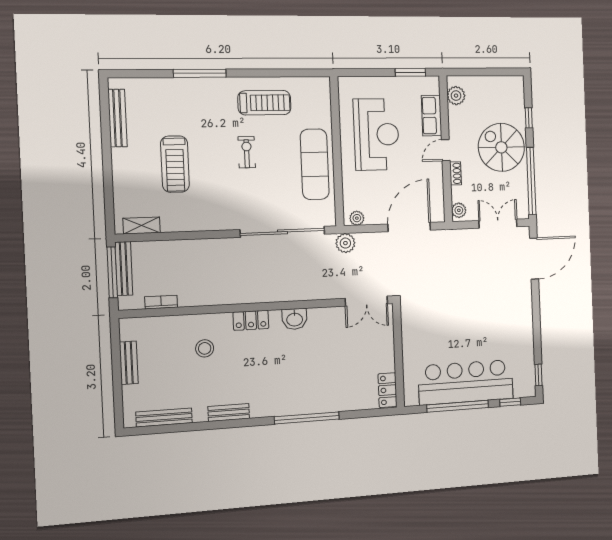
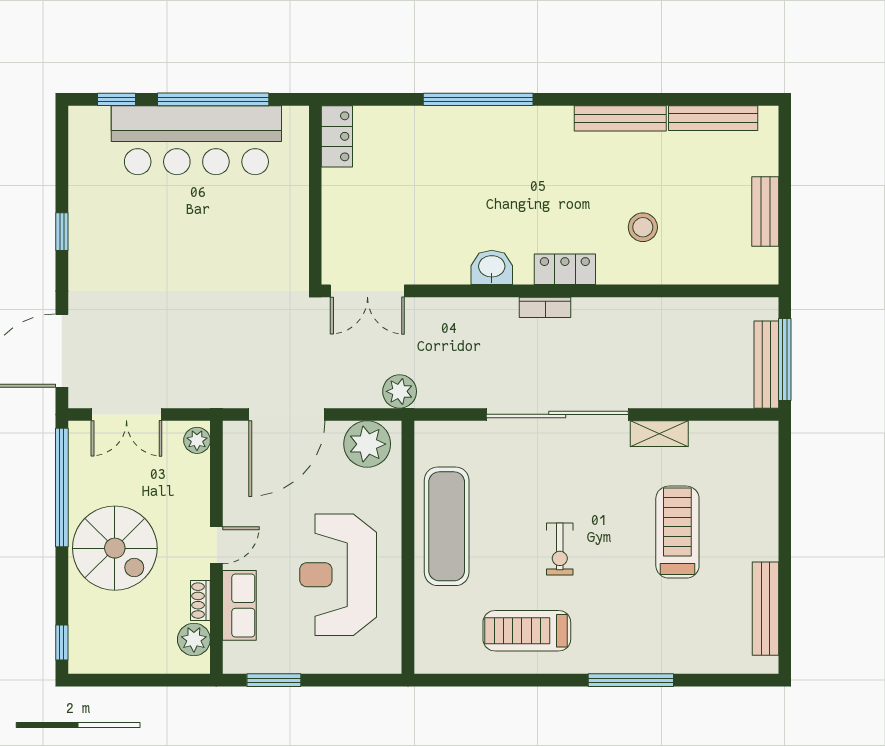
window: (529, 118) -> (62, 642), moved
shoe rack: (455, 173) -> (200, 601), moved
plant: (357, 218) -> (367, 444), width x1.87, depth x1.87
shelving: (142, 225) -> (659, 434), moved
sliding door: (283, 232) -> (557, 414), moved
double door: (366, 301) -> (367, 291), swing flipped
bookcase: (161, 302) -> (545, 307), moved
window: (539, 375) -> (62, 232), moved
bench: (229, 412) -> (620, 118), width x1.36

